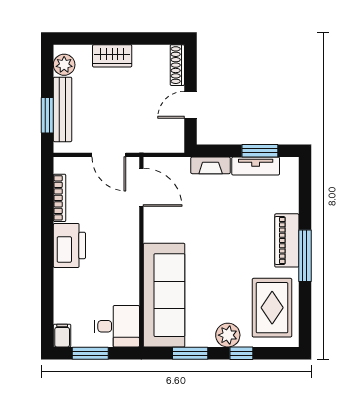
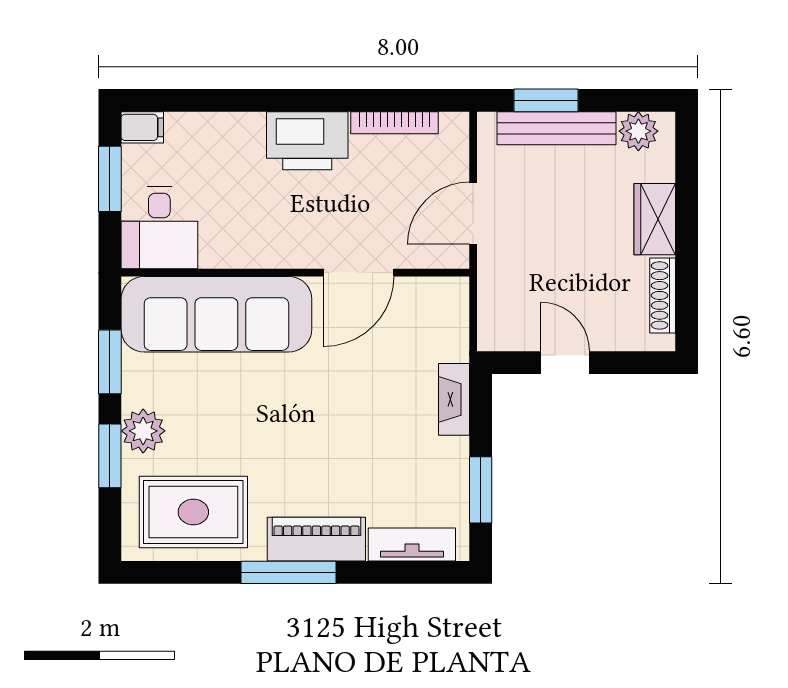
shoe rack: (177, 65) -> (663, 295), moved, turned -90
tv unit: (256, 166) -> (412, 544), moved, turned 90
door: (141, 187) -> (359, 273), moved
window: (241, 353) -> (110, 456), width x1.50

